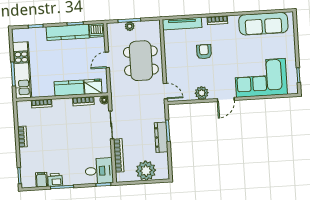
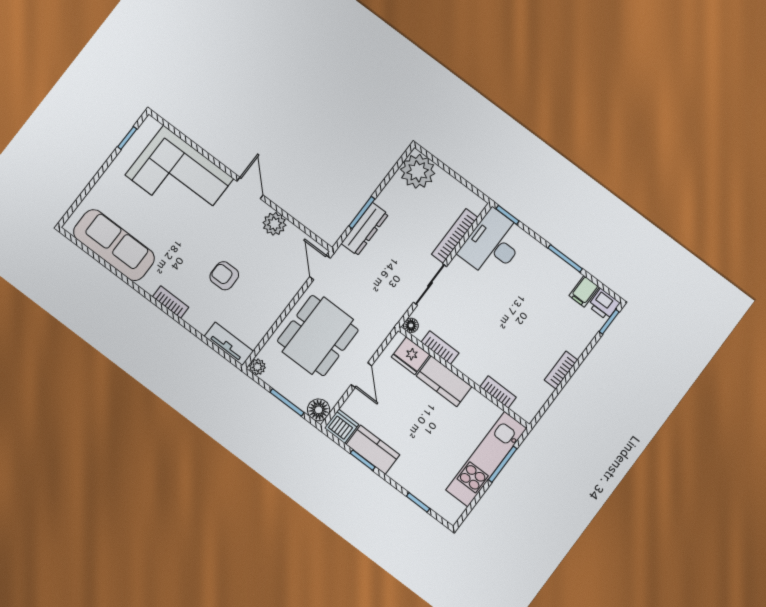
tv unit: (182, 24) -> (229, 344), width x0.71
plant: (130, 26) -> (257, 367), moved
floor lamp: (113, 29) -> (319, 410), added
kitchen counter: (68, 32) -> (373, 450), width x0.67
armchair: (204, 52) -> (224, 276), turned 90
door: (107, 60) -> (361, 375), hinge flipped
door: (226, 99) -> (250, 188), hinge flipped
dresser: (161, 137) -> (365, 229), moved
desk: (99, 171) -> (493, 244), width x1.37
plant: (146, 171) -> (418, 171), moved
printer: (55, 180) -> (604, 304), moved

